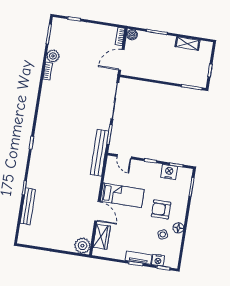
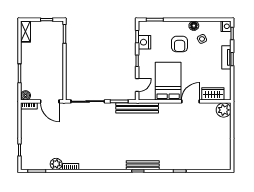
shelving: (188, 44) -> (26, 32), moved
bed: (122, 195) -> (168, 81), width x1.50
bench: (28, 206) -> (143, 165), moved
nightstand: (158, 260) -> (226, 26), moved

